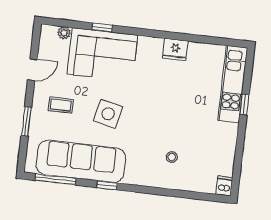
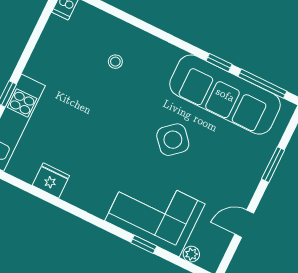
fridge: (175, 49) -> (51, 180), moved
coffee table: (61, 105) -> (225, 170), removed
side table: (108, 114) -> (173, 140), turned 36
window: (107, 185) -> (219, 63), moved

